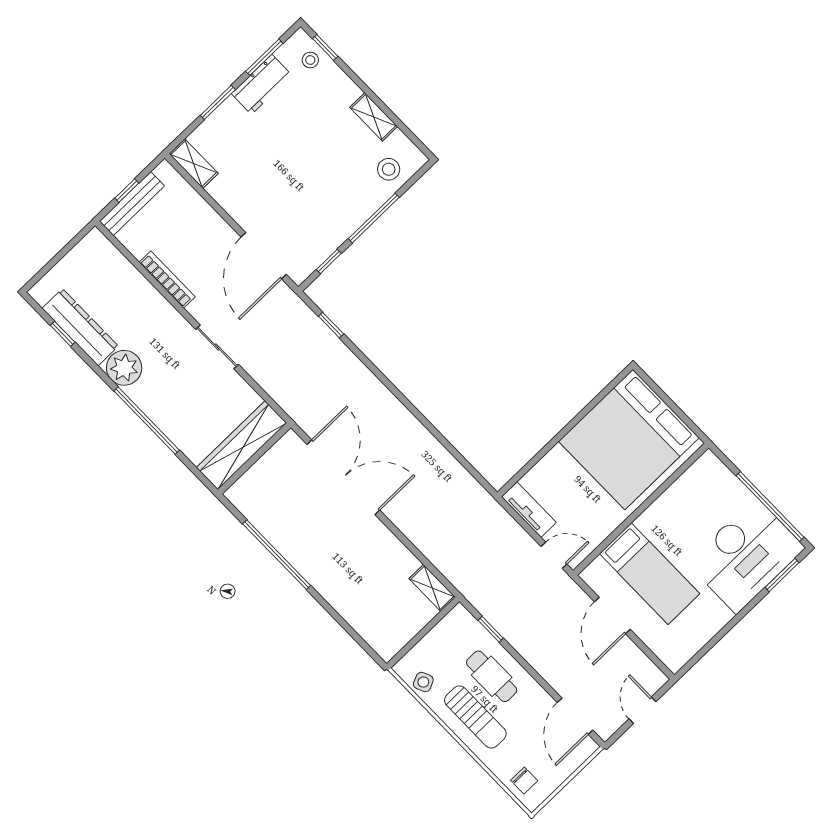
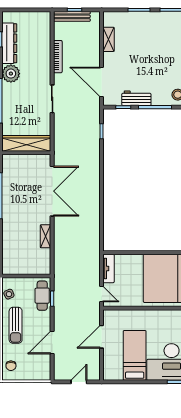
workbench: (262, 84) -> (136, 98), moved, turned 180
shelving: (194, 164) -> (109, 39), moved
door: (264, 256) -> (102, 82), hinge flipped
bed: (650, 574) -> (135, 355), moved, turned 180
shelving: (432, 588) -> (46, 236), moved
cafe table: (492, 676) -> (42, 296), moved
door: (575, 716) -> (52, 342), moved

